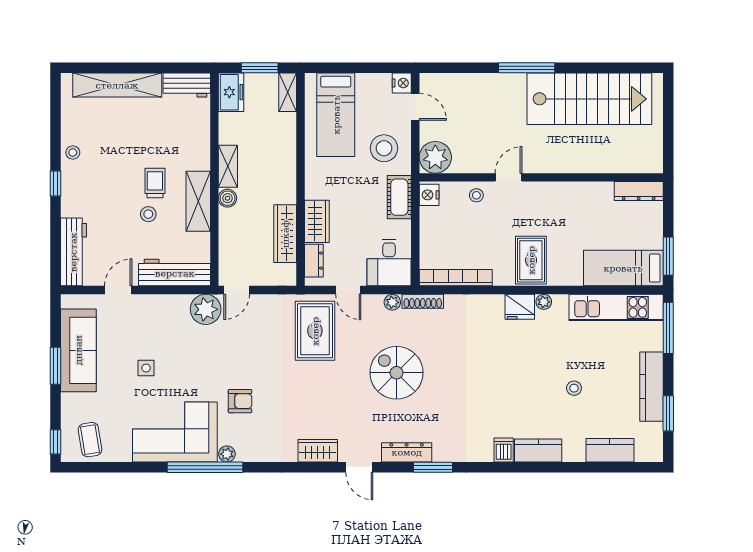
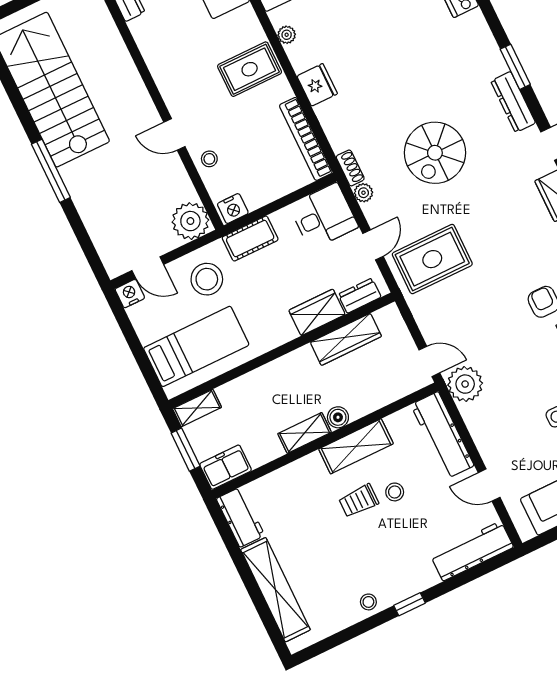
door: (415, 107) -> (148, 268), swing flipped
shoe rack: (423, 301) -> (350, 168), width x0.70
fridge: (520, 307) -> (317, 85), moved

